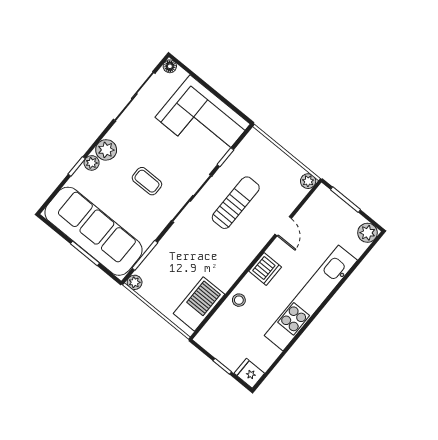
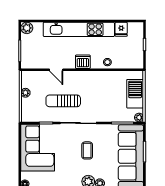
plant: (308, 181) -> (25, 93), moved
door: (283, 226) -> (56, 70), swing flipped
barbecue: (199, 304) -> (135, 94), moved, turned 90
fridge: (249, 373) -> (121, 29), moved

